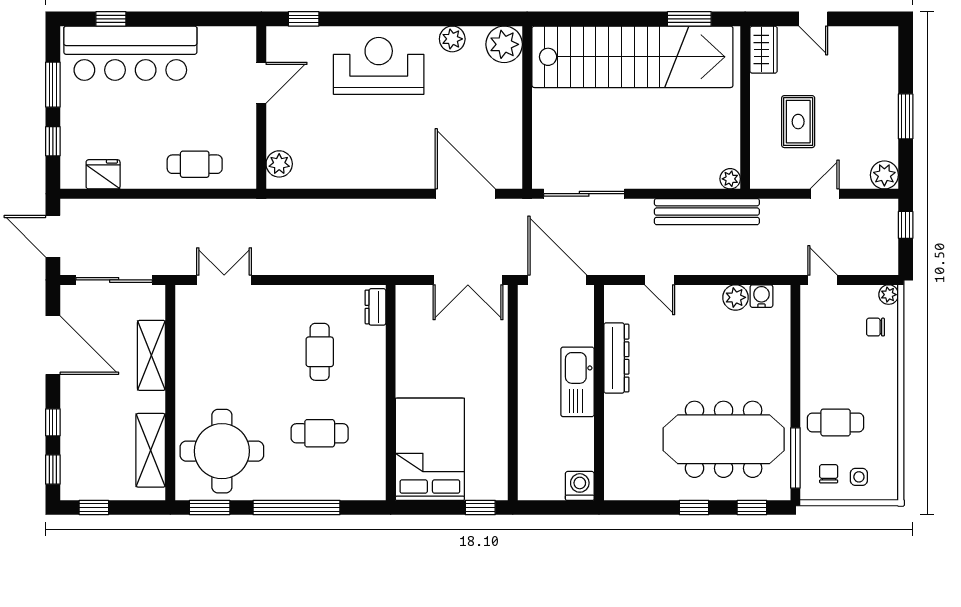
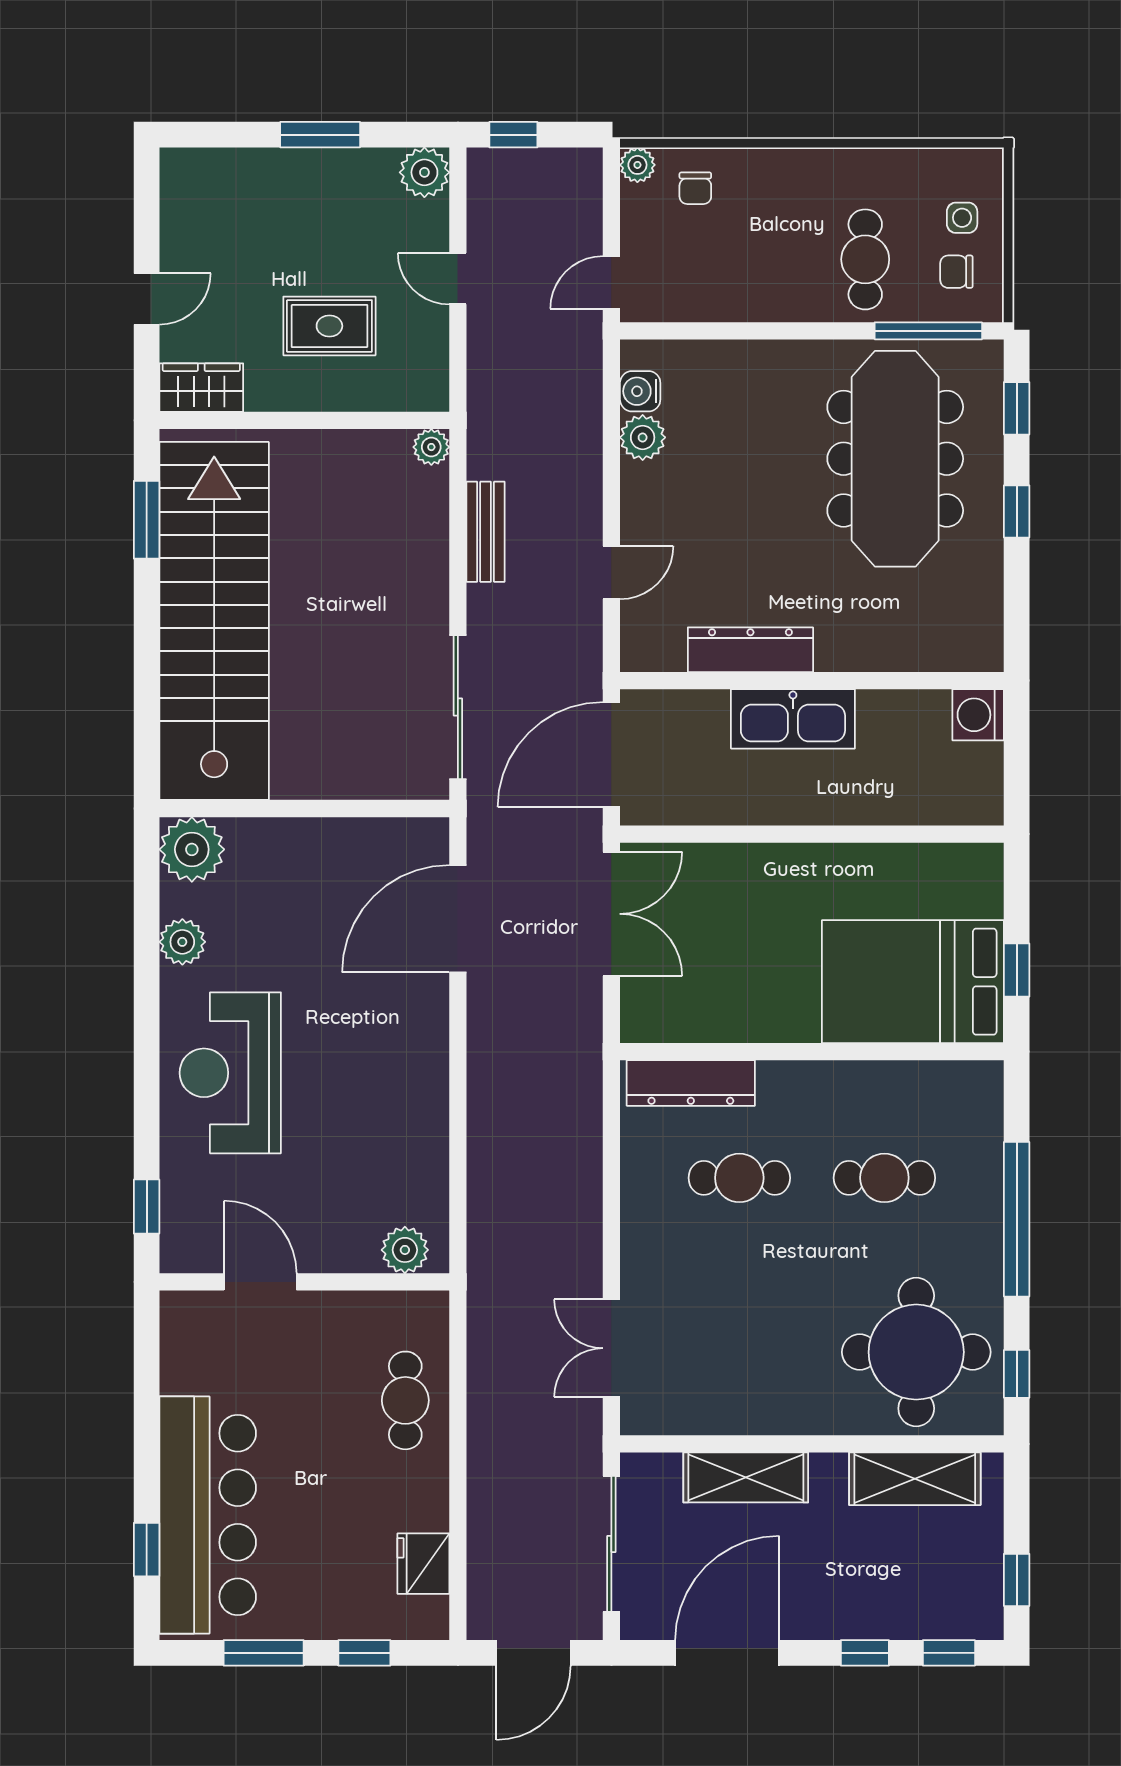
bench: (707, 212) -> (486, 532), width x0.54, depth x0.82
dresser: (376, 307) -> (691, 1083), width x1.96, depth x1.24
cafe table: (320, 433) -> (884, 1178), turned 90
window: (210, 507) -> (1017, 1374), width x0.67
window: (480, 507) -> (1017, 970), moved

